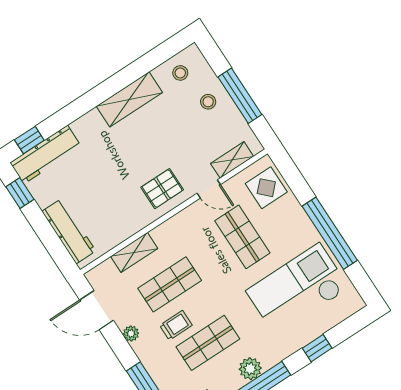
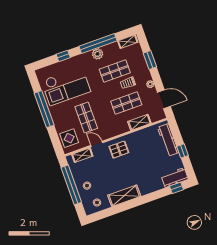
window: (240, 96) -> (71, 185), width x1.46
workbench: (46, 155) -> (175, 178), width x0.73
window: (20, 193) -> (182, 151), moved

